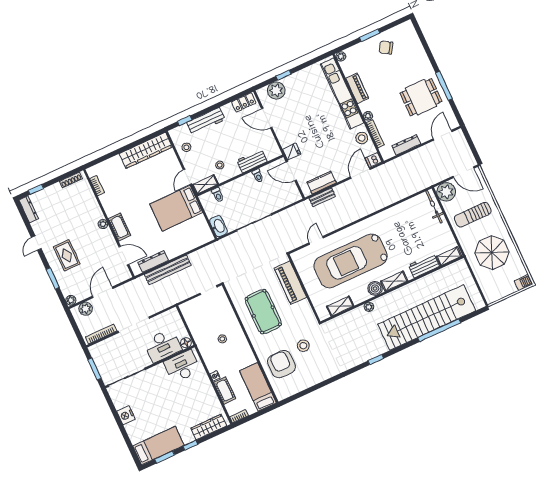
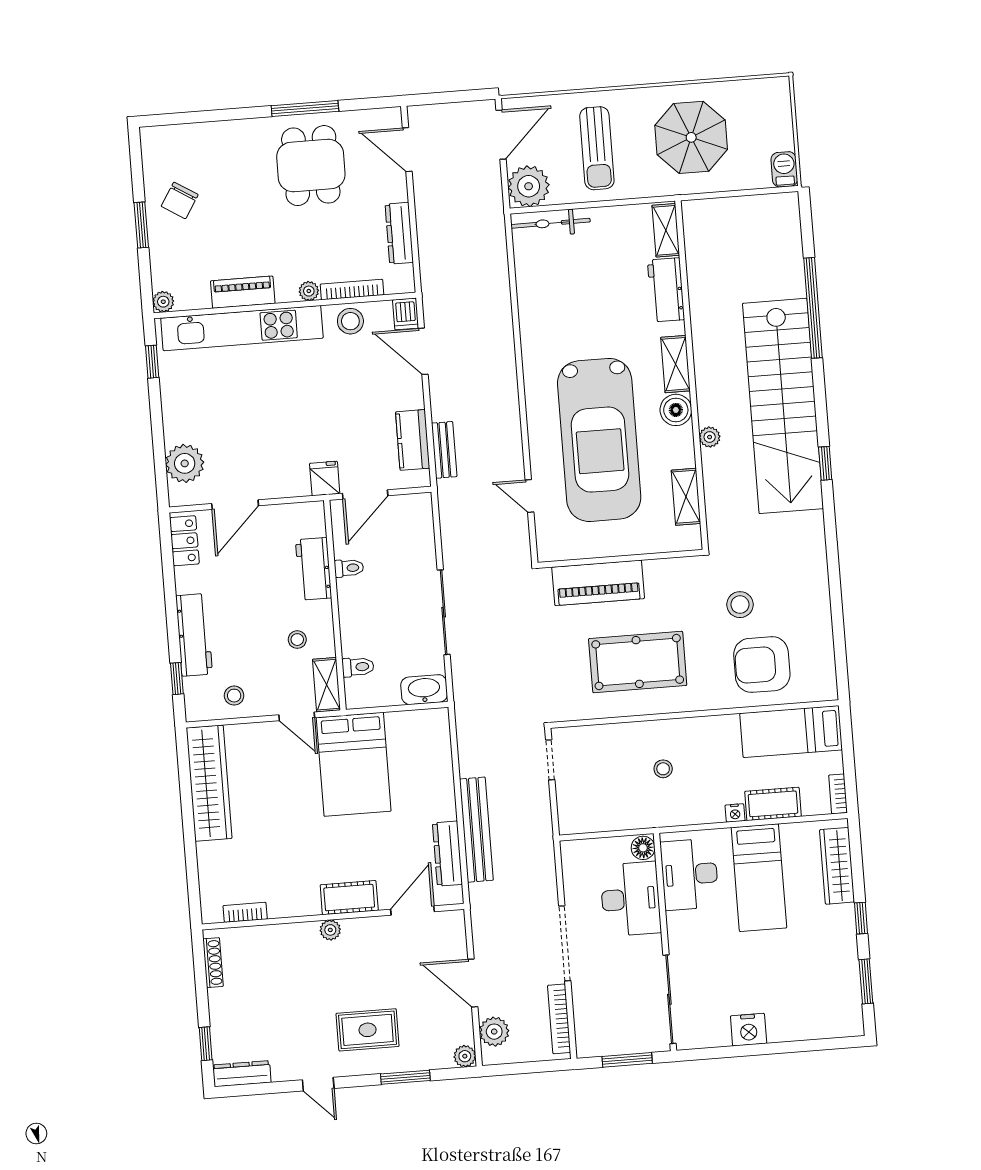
window: (283, 75) -> (152, 362), moved
barbecue: (524, 282) -> (784, 169), moved
stairs: (427, 317) -> (783, 406), moved
bed: (158, 446) -> (759, 878), moved, turned 180

